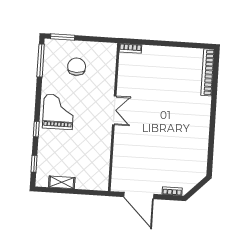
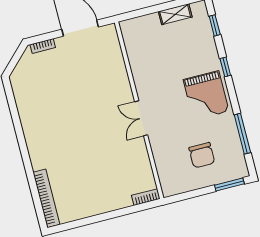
window: (41, 61) -> (242, 134), moved

